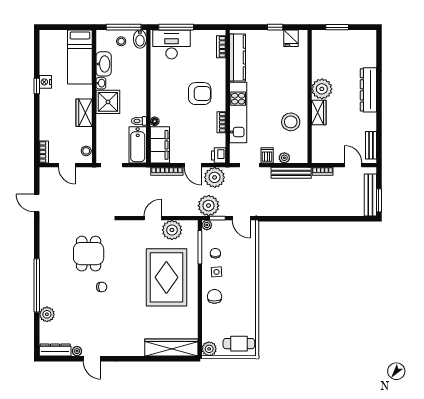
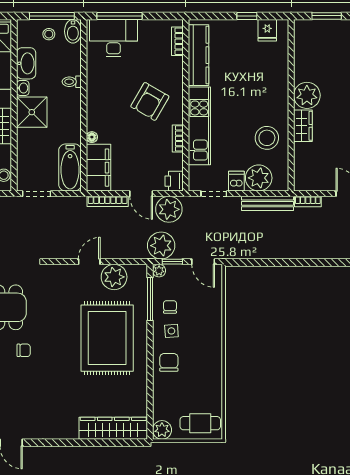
armchair: (200, 94) -> (150, 101), turned 120
toilet: (139, 121) -> (72, 82), moved
plant: (284, 158) -> (259, 178), width x1.87, depth x1.87

